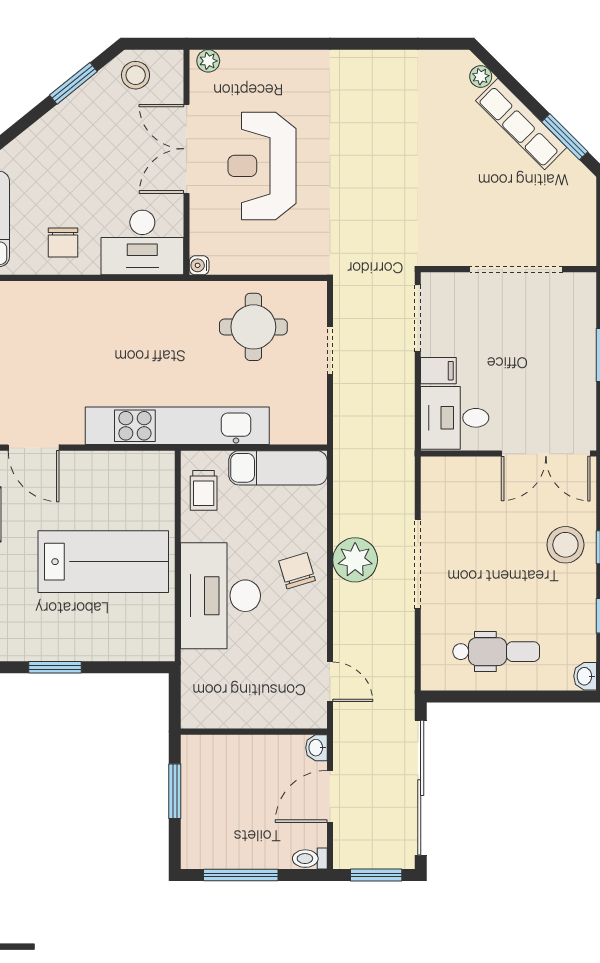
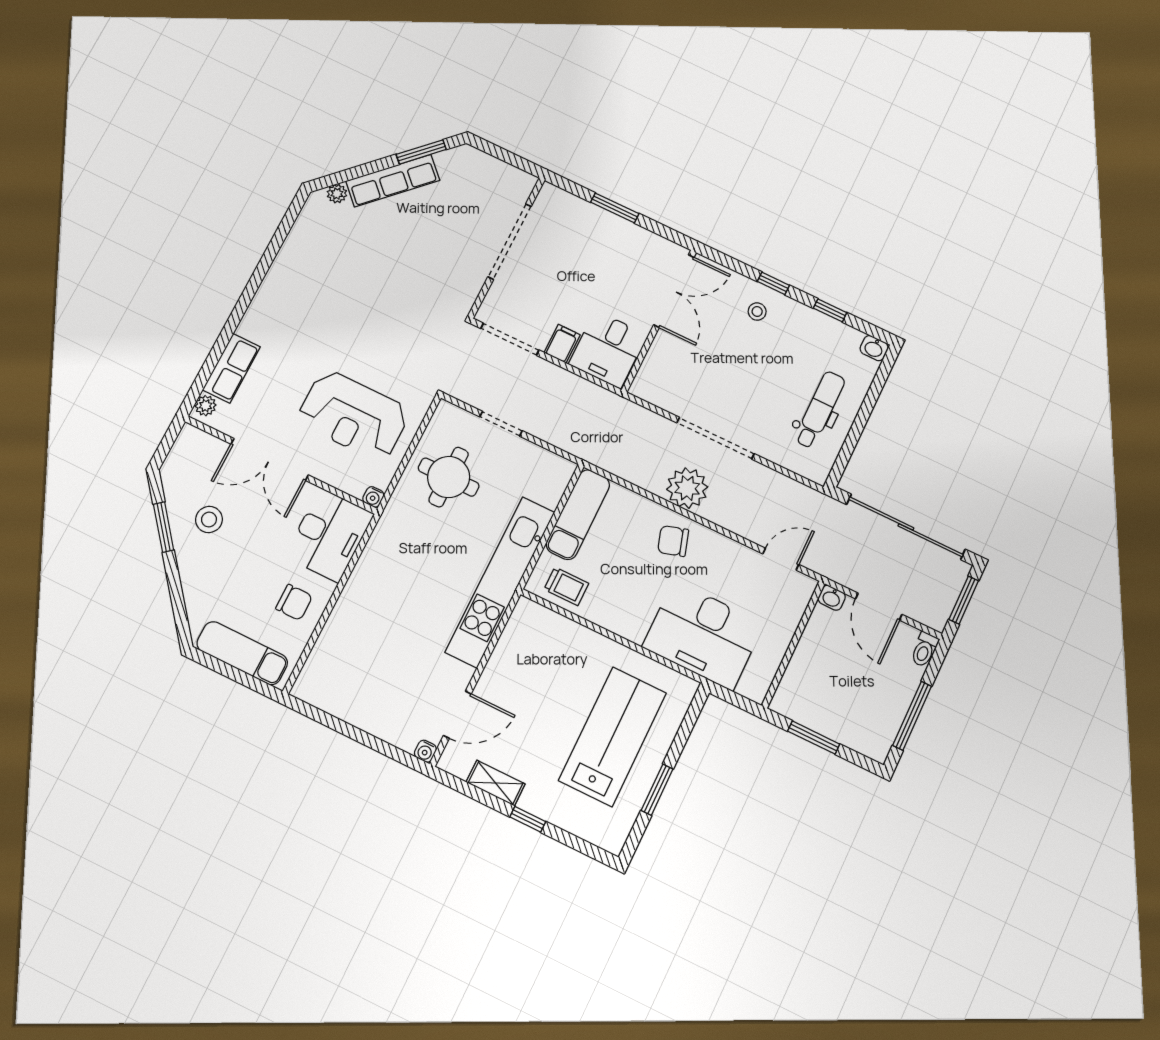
row of seats: (257, 66) -> (231, 368), added
stool: (136, 75) -> (209, 519), moved
reception desk: (262, 166) -> (354, 416), moved
stool: (565, 545) -> (757, 312), width x0.53, depth x0.53
lab bench: (103, 562) -> (613, 737), moved
desk: (221, 596) -> (703, 635), moved

